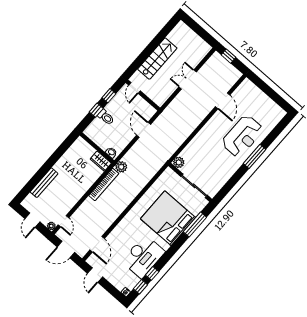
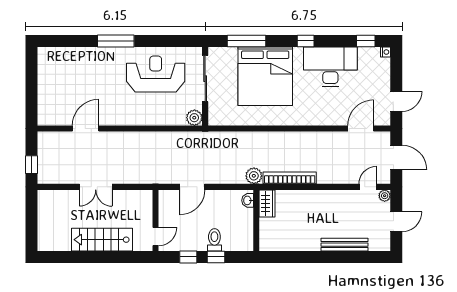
reception desk: (242, 136) -> (156, 74), moved
window: (152, 273) -> (306, 41), moved

